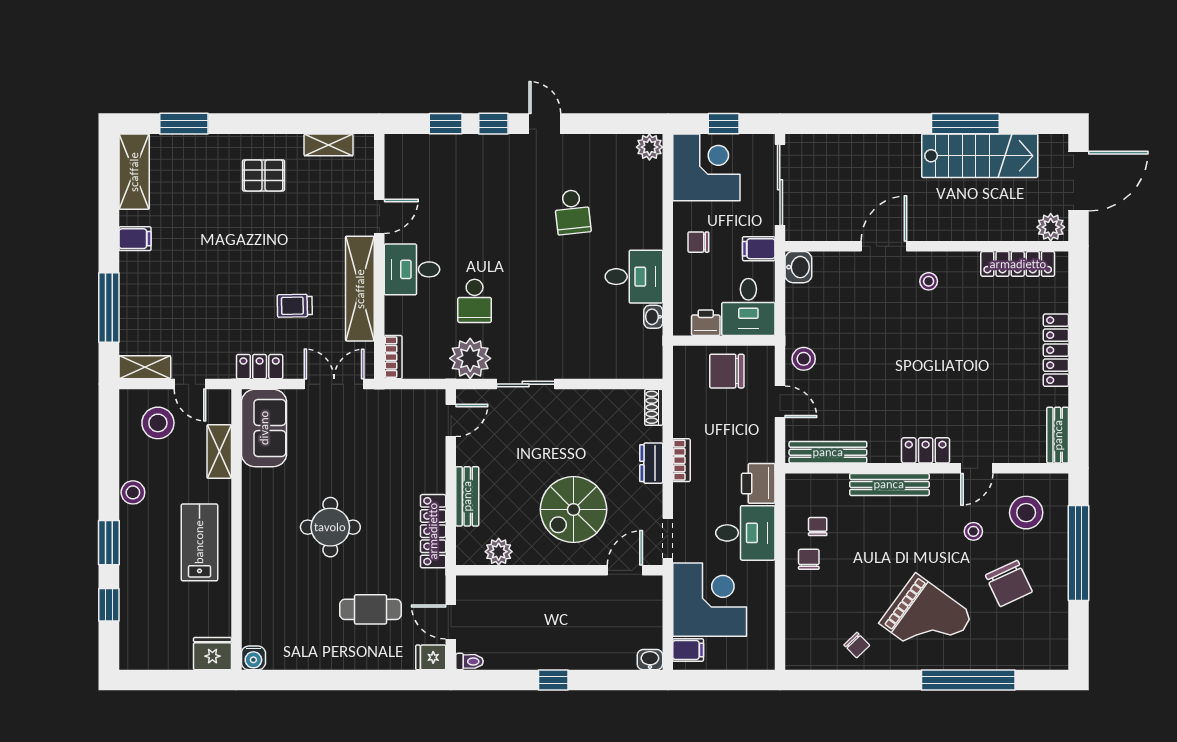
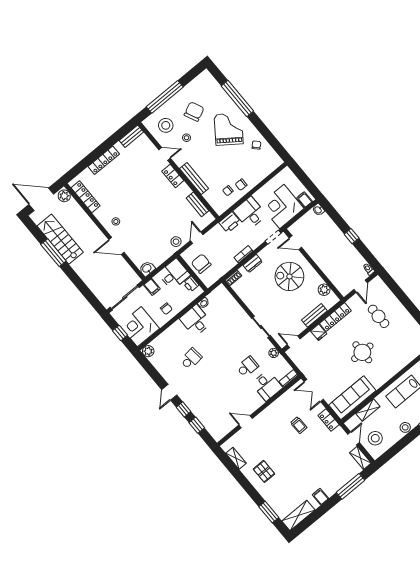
desk: (412, 269) -> (267, 386), moved
shelving: (360, 289) -> (275, 408), removed
plant: (470, 358) -> (274, 353), width x0.53, depth x0.53
chair: (727, 371) -> (201, 264), turned 180
sofa: (264, 428) -> (352, 398), width x1.36
bench: (828, 452) -> (197, 204), width x0.73
spiral stairs: (573, 510) -> (289, 276), turned 180
fridge: (431, 657) -> (319, 332), moved

